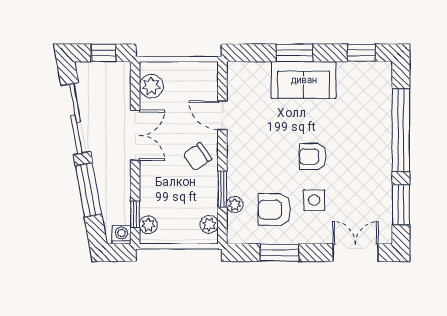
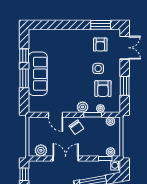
window: (361, 53) -> (24, 56), moved
sofa: (304, 80) -> (38, 74), width x1.36
door: (222, 115) -> (55, 115), hinge flipped
window: (401, 130) -> (63, 25), removed
armchair: (313, 157) -> (100, 45), moved
plant: (237, 169) -> (83, 107), added
double door: (356, 253) -> (125, 48), swing flipped

